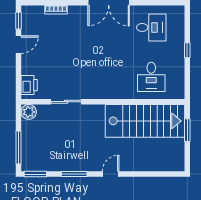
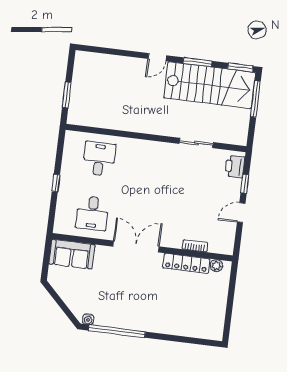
window: (18, 21) -> (245, 184), moved
desk: (151, 27) -> (92, 213), turned -90
plant: (29, 112) -> (239, 137), removed
stairs: (145, 121) -> (210, 85), moved, turned 180

